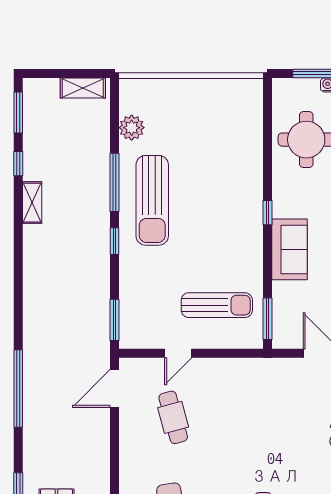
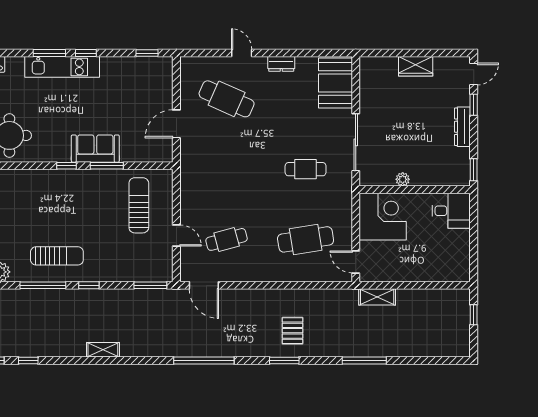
sun lounger: (152, 200) -> (57, 256), width x0.73, depth x0.75
shelving: (32, 203) -> (103, 350), moved
window: (268, 319) -> (107, 166), moved

